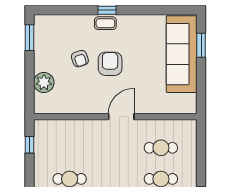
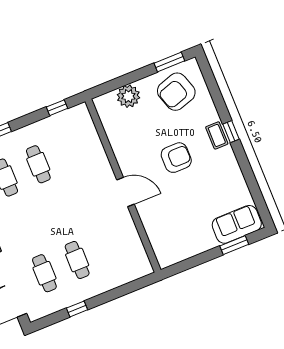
sofa: (182, 54) -> (237, 224), width x0.54, depth x0.79
armchair: (80, 59) -> (176, 92), moved, width x1.88, depth x1.88
cafe table: (161, 148) -> (110, 247), removed

